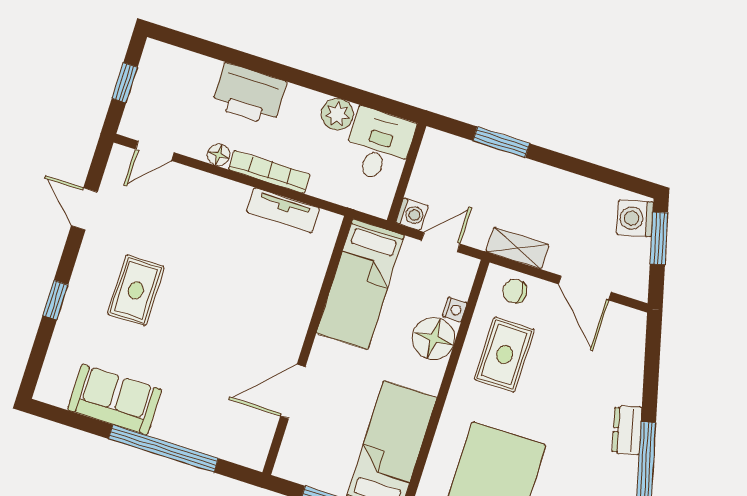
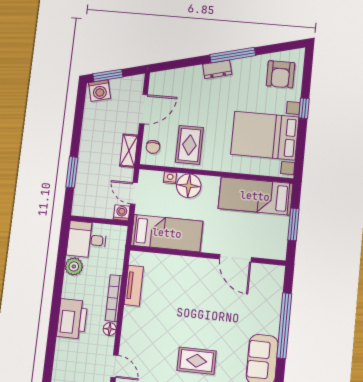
rug: (504, 355) -> (189, 145), turned 90

